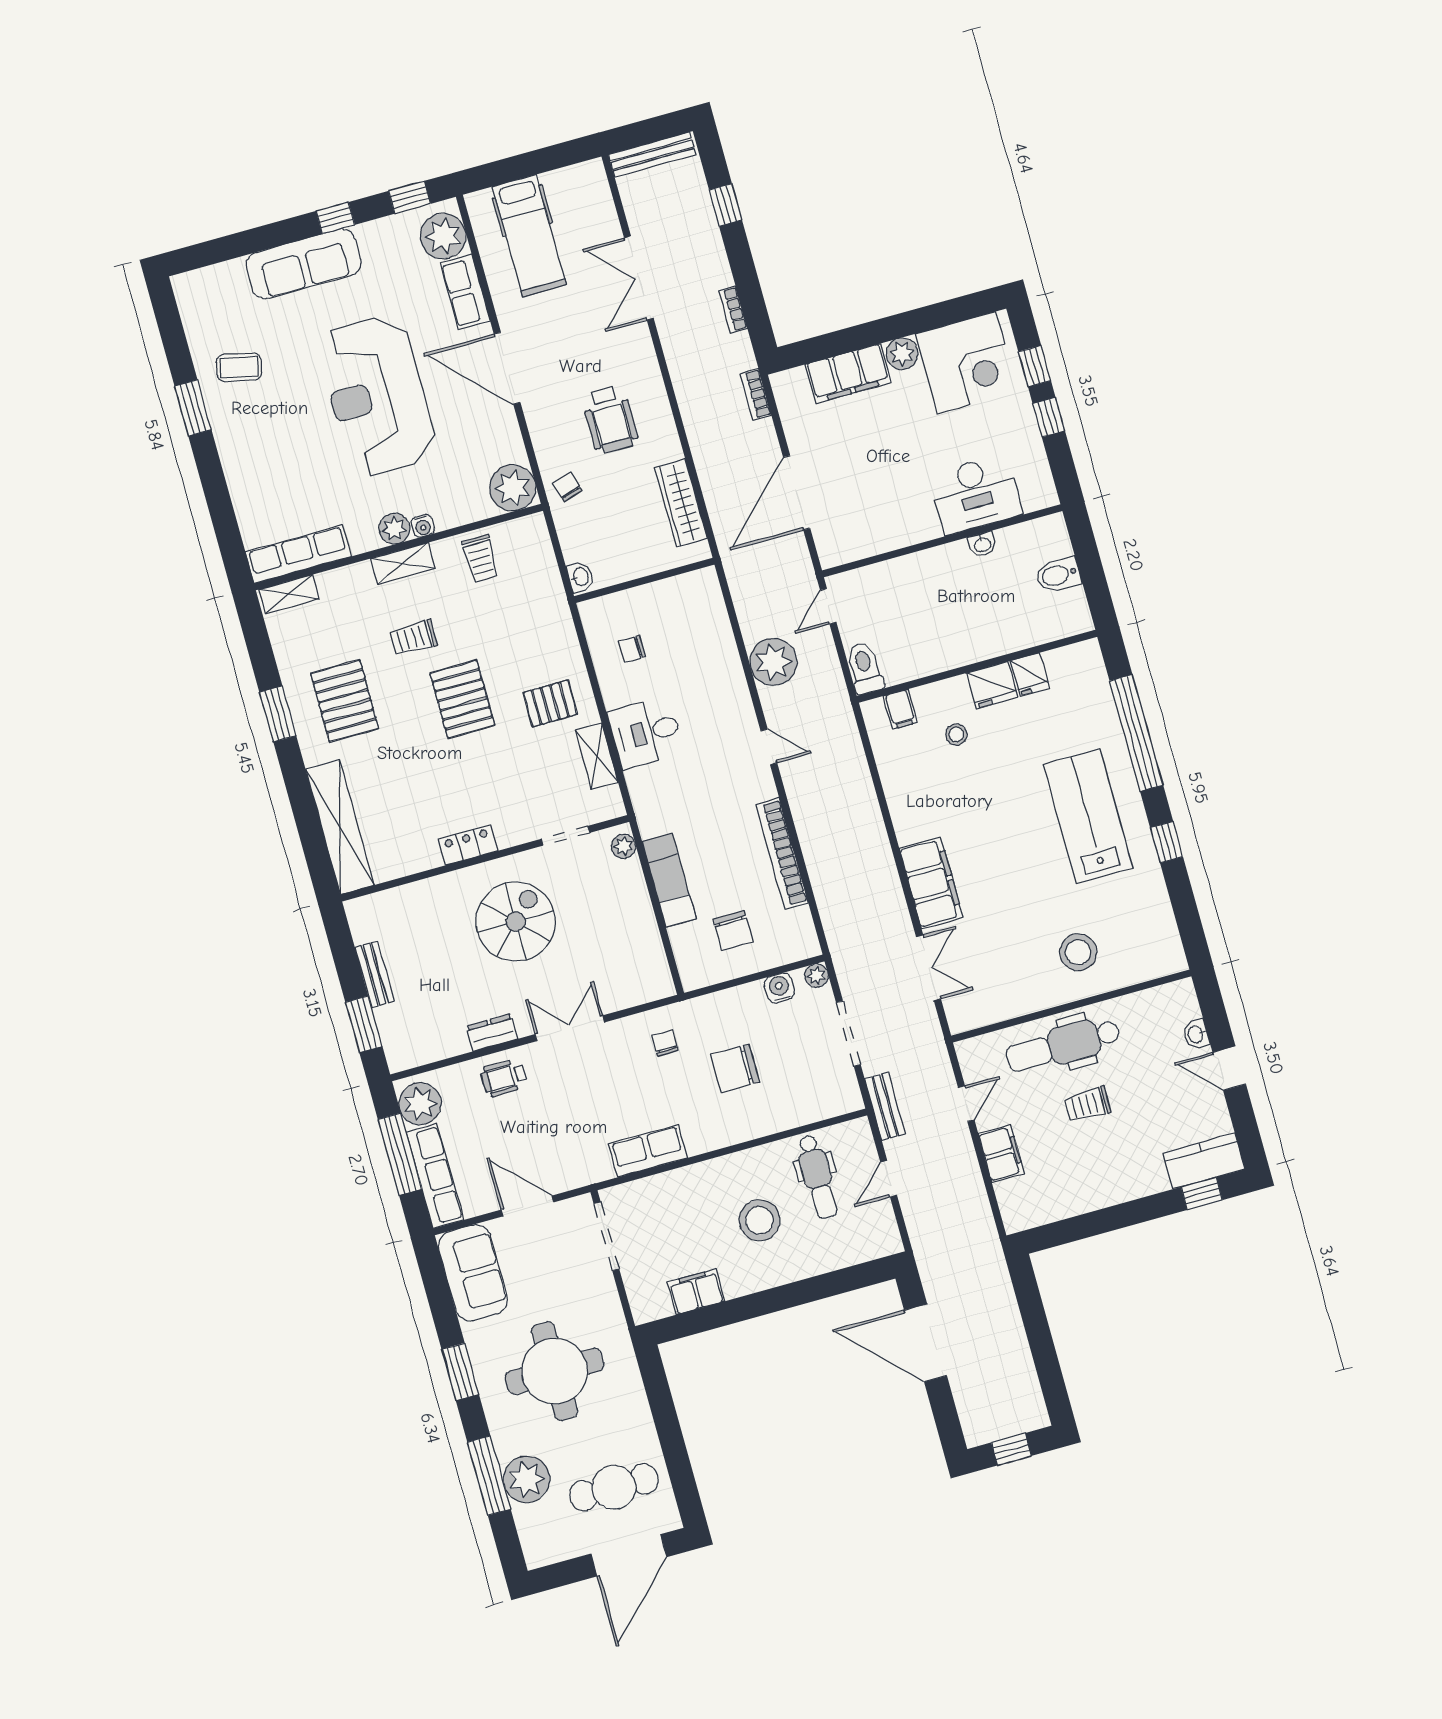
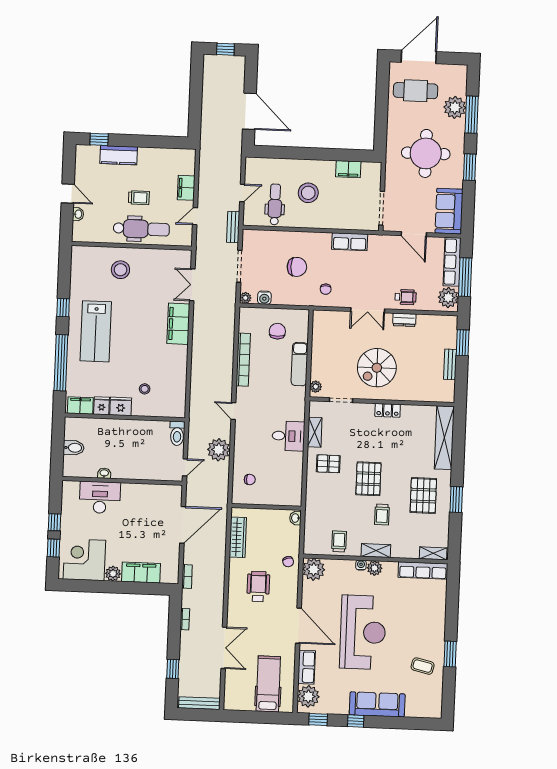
trolley: (413, 638) -> (382, 515), turned 90
chair: (632, 649) -> (250, 480), moved
filing cabinet: (900, 709) -> (80, 405), moved, width x2.00
kitchen counter: (1204, 1161) -> (119, 155), moved

